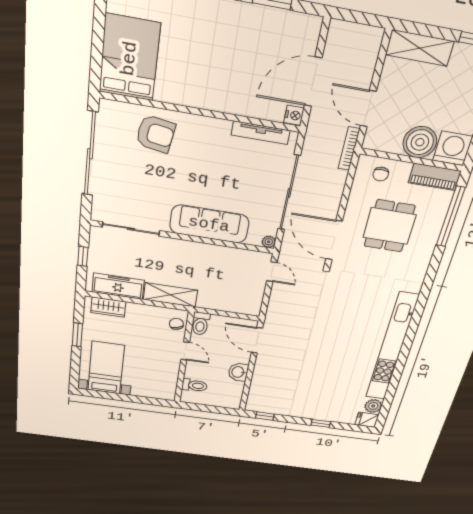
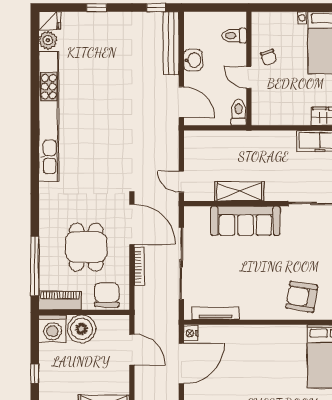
bookcase: (349, 149) -> (139, 267), moved
chair: (381, 174) -> (107, 295), width x1.87, depth x1.87
plant: (269, 242) -> (190, 212), removed
shelving: (170, 295) -> (239, 191), moved
chair: (176, 324) -> (269, 57), moved
bench: (257, 388) -> (171, 43), added

